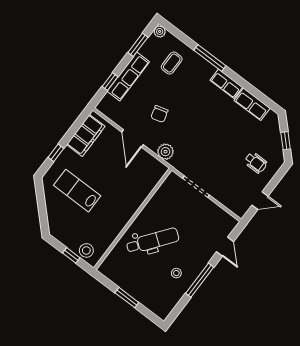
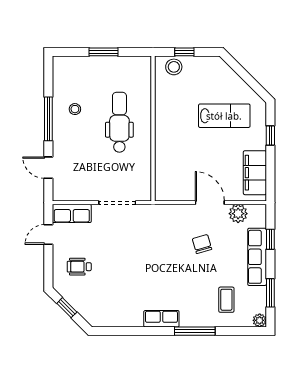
row of seats: (252, 104) -> (72, 213), moved, turned 180
plant: (165, 152) -> (238, 214), moved
dental chair: (153, 241) -> (119, 122), turned 143

